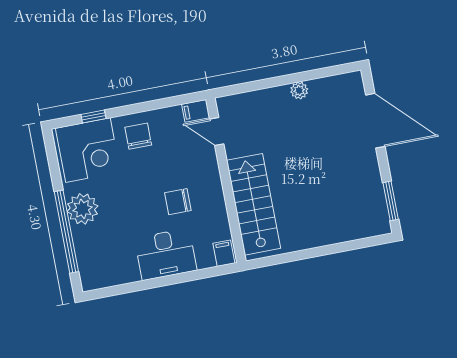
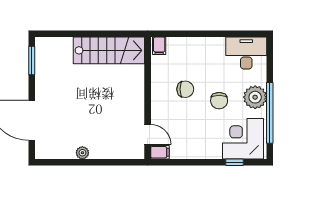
chair: (138, 136) -> (219, 101), moved
stairs: (254, 204) -> (109, 50), moved, turned -90
window: (66, 232) -> (270, 113), moved
desk: (166, 254) -> (246, 53), moved

